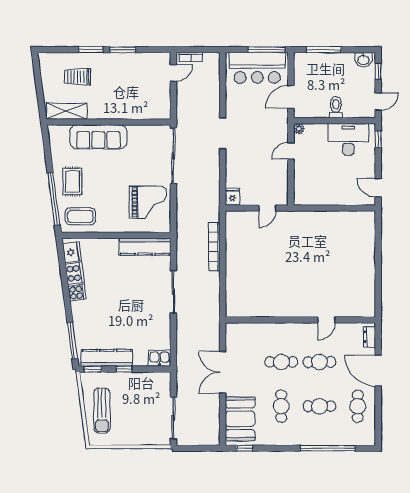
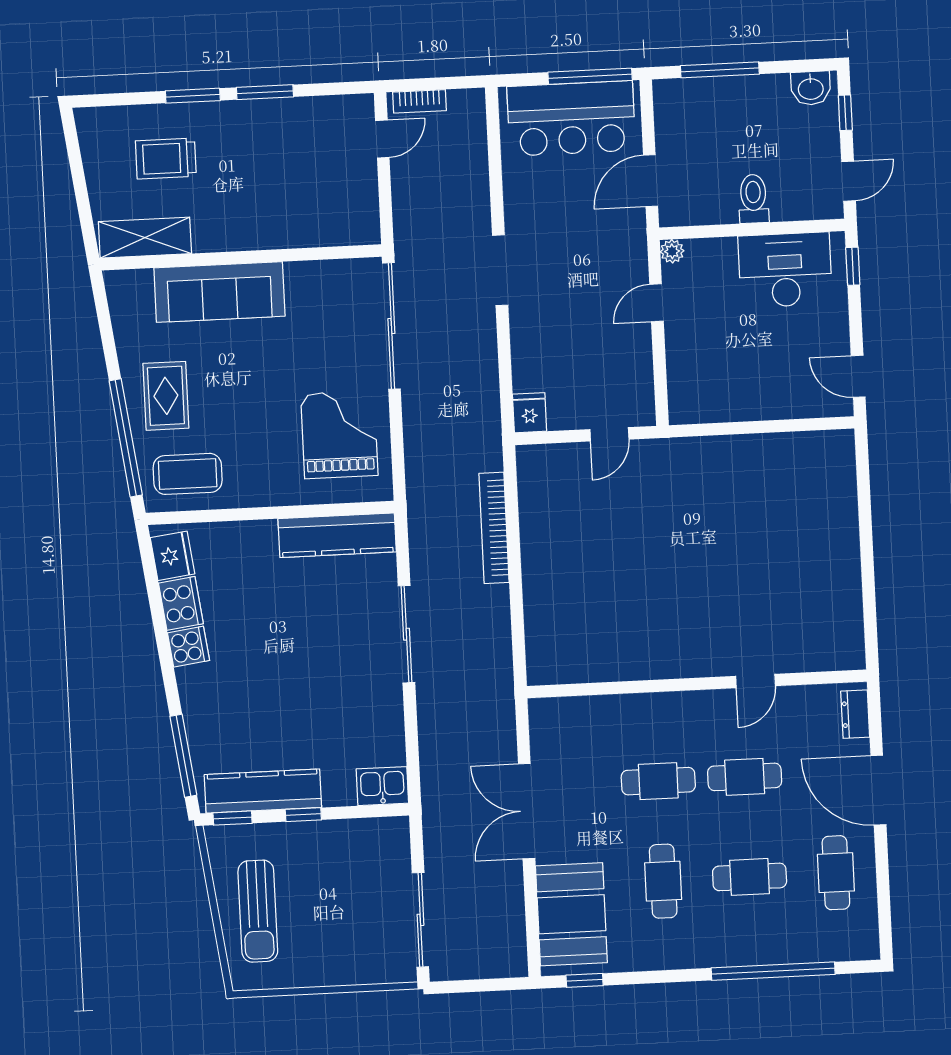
grand piano: (148, 202) -> (339, 435), turned -90

